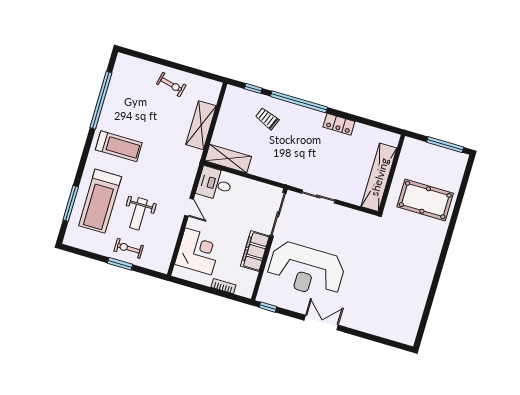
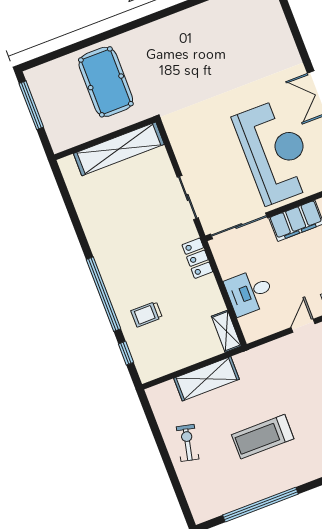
trolley: (267, 119) -> (147, 314), turned 68
locker: (339, 124) -> (197, 258), moved, turned 180
treadmill: (119, 146) -> (263, 437), moved, turned -90
shelving: (228, 159) -> (226, 331), width x0.67, depth x0.75
desk: (215, 184) -> (250, 292), moved, turned 90

